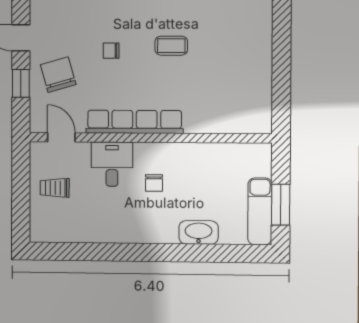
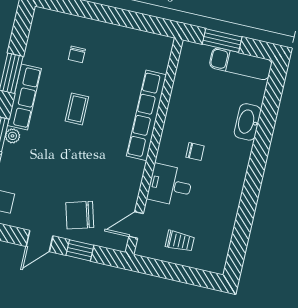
chair: (111, 51) -> (77, 54), moved
row of seats: (135, 122) -> (146, 115), moved
trolley: (55, 188) -> (180, 241), turned -90
window: (281, 205) -> (222, 40), moved

